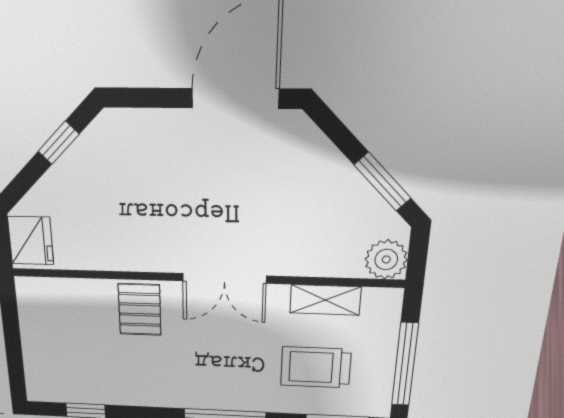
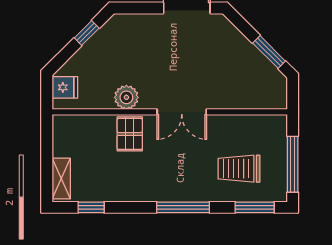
fridge: (31, 241) -> (65, 87), width x0.72
plant: (386, 259) -> (126, 97), moved
shelving: (325, 300) -> (61, 179), moved, turned 90

